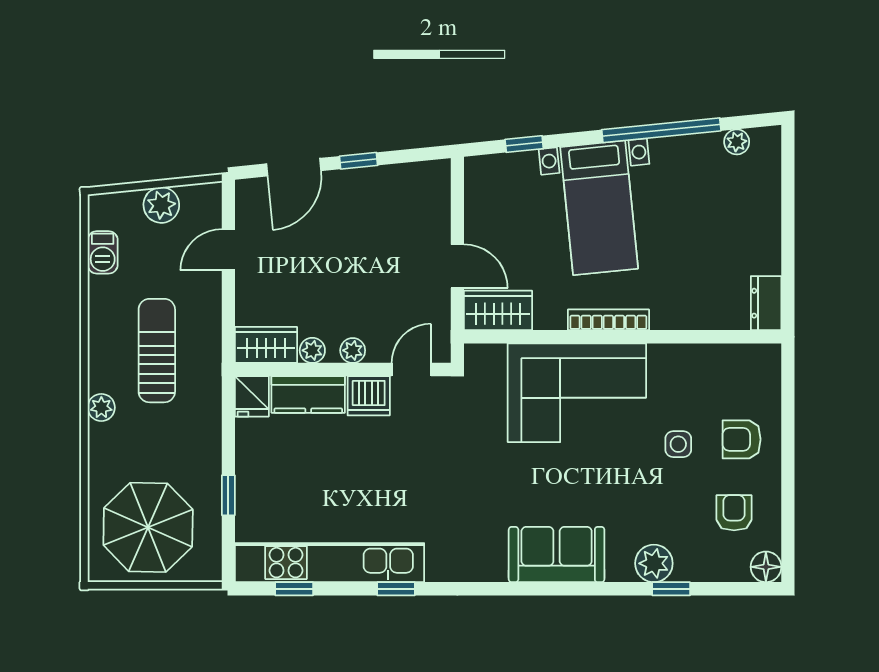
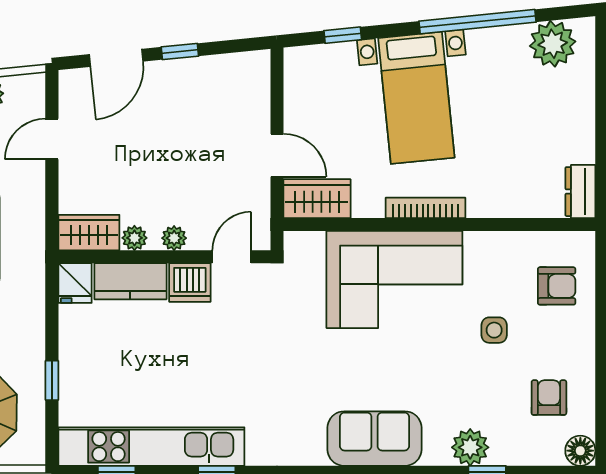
plant: (737, 142) -> (553, 44), width x1.87, depth x1.87
armchair: (742, 439) -> (557, 286), moved, turned 180

